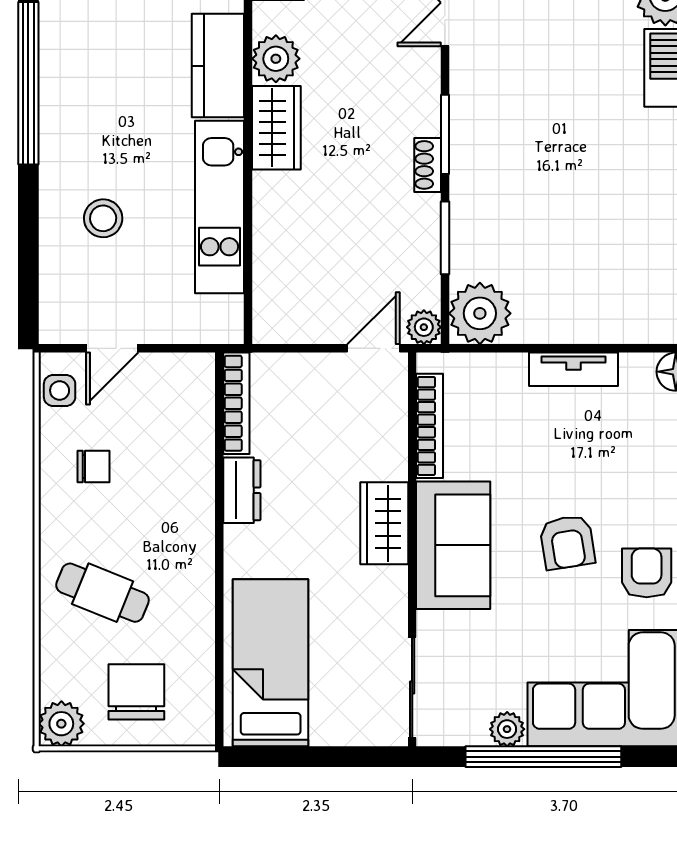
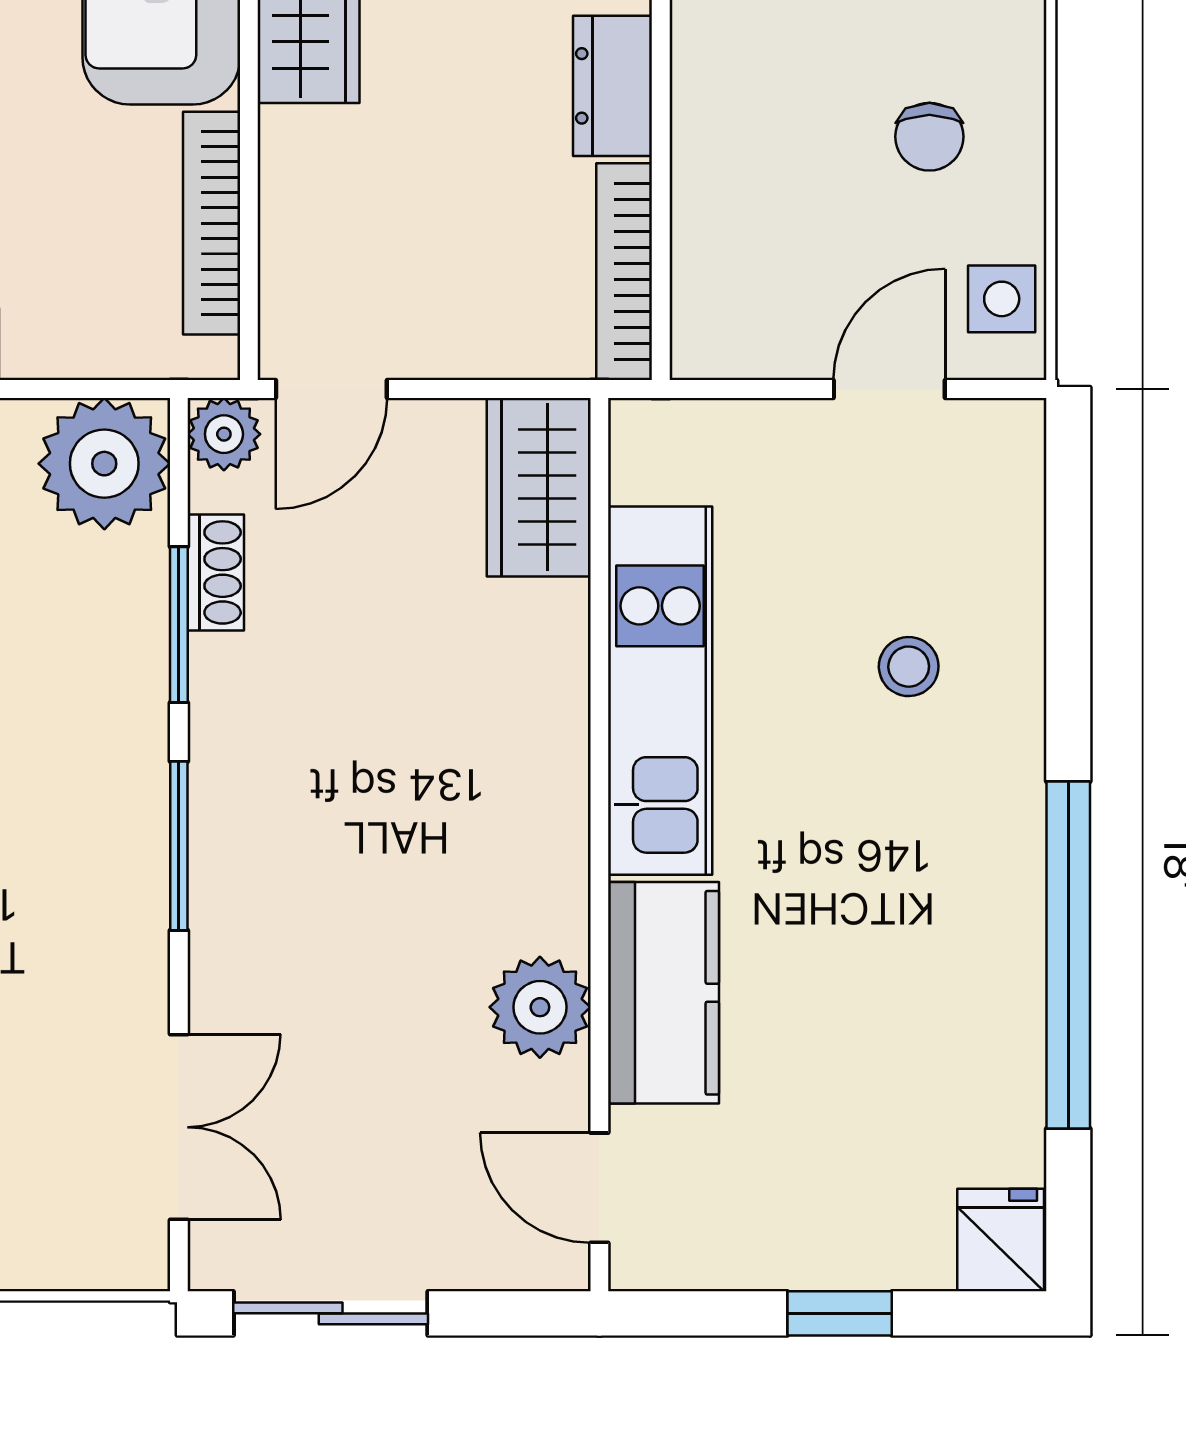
wardrobe: (276, 128) -> (539, 487), moved
shoe rack: (428, 165) -> (216, 572), moved
stool: (103, 218) -> (909, 667), width x0.73, depth x0.73
chair: (93, 466) -> (929, 137), turned -90

